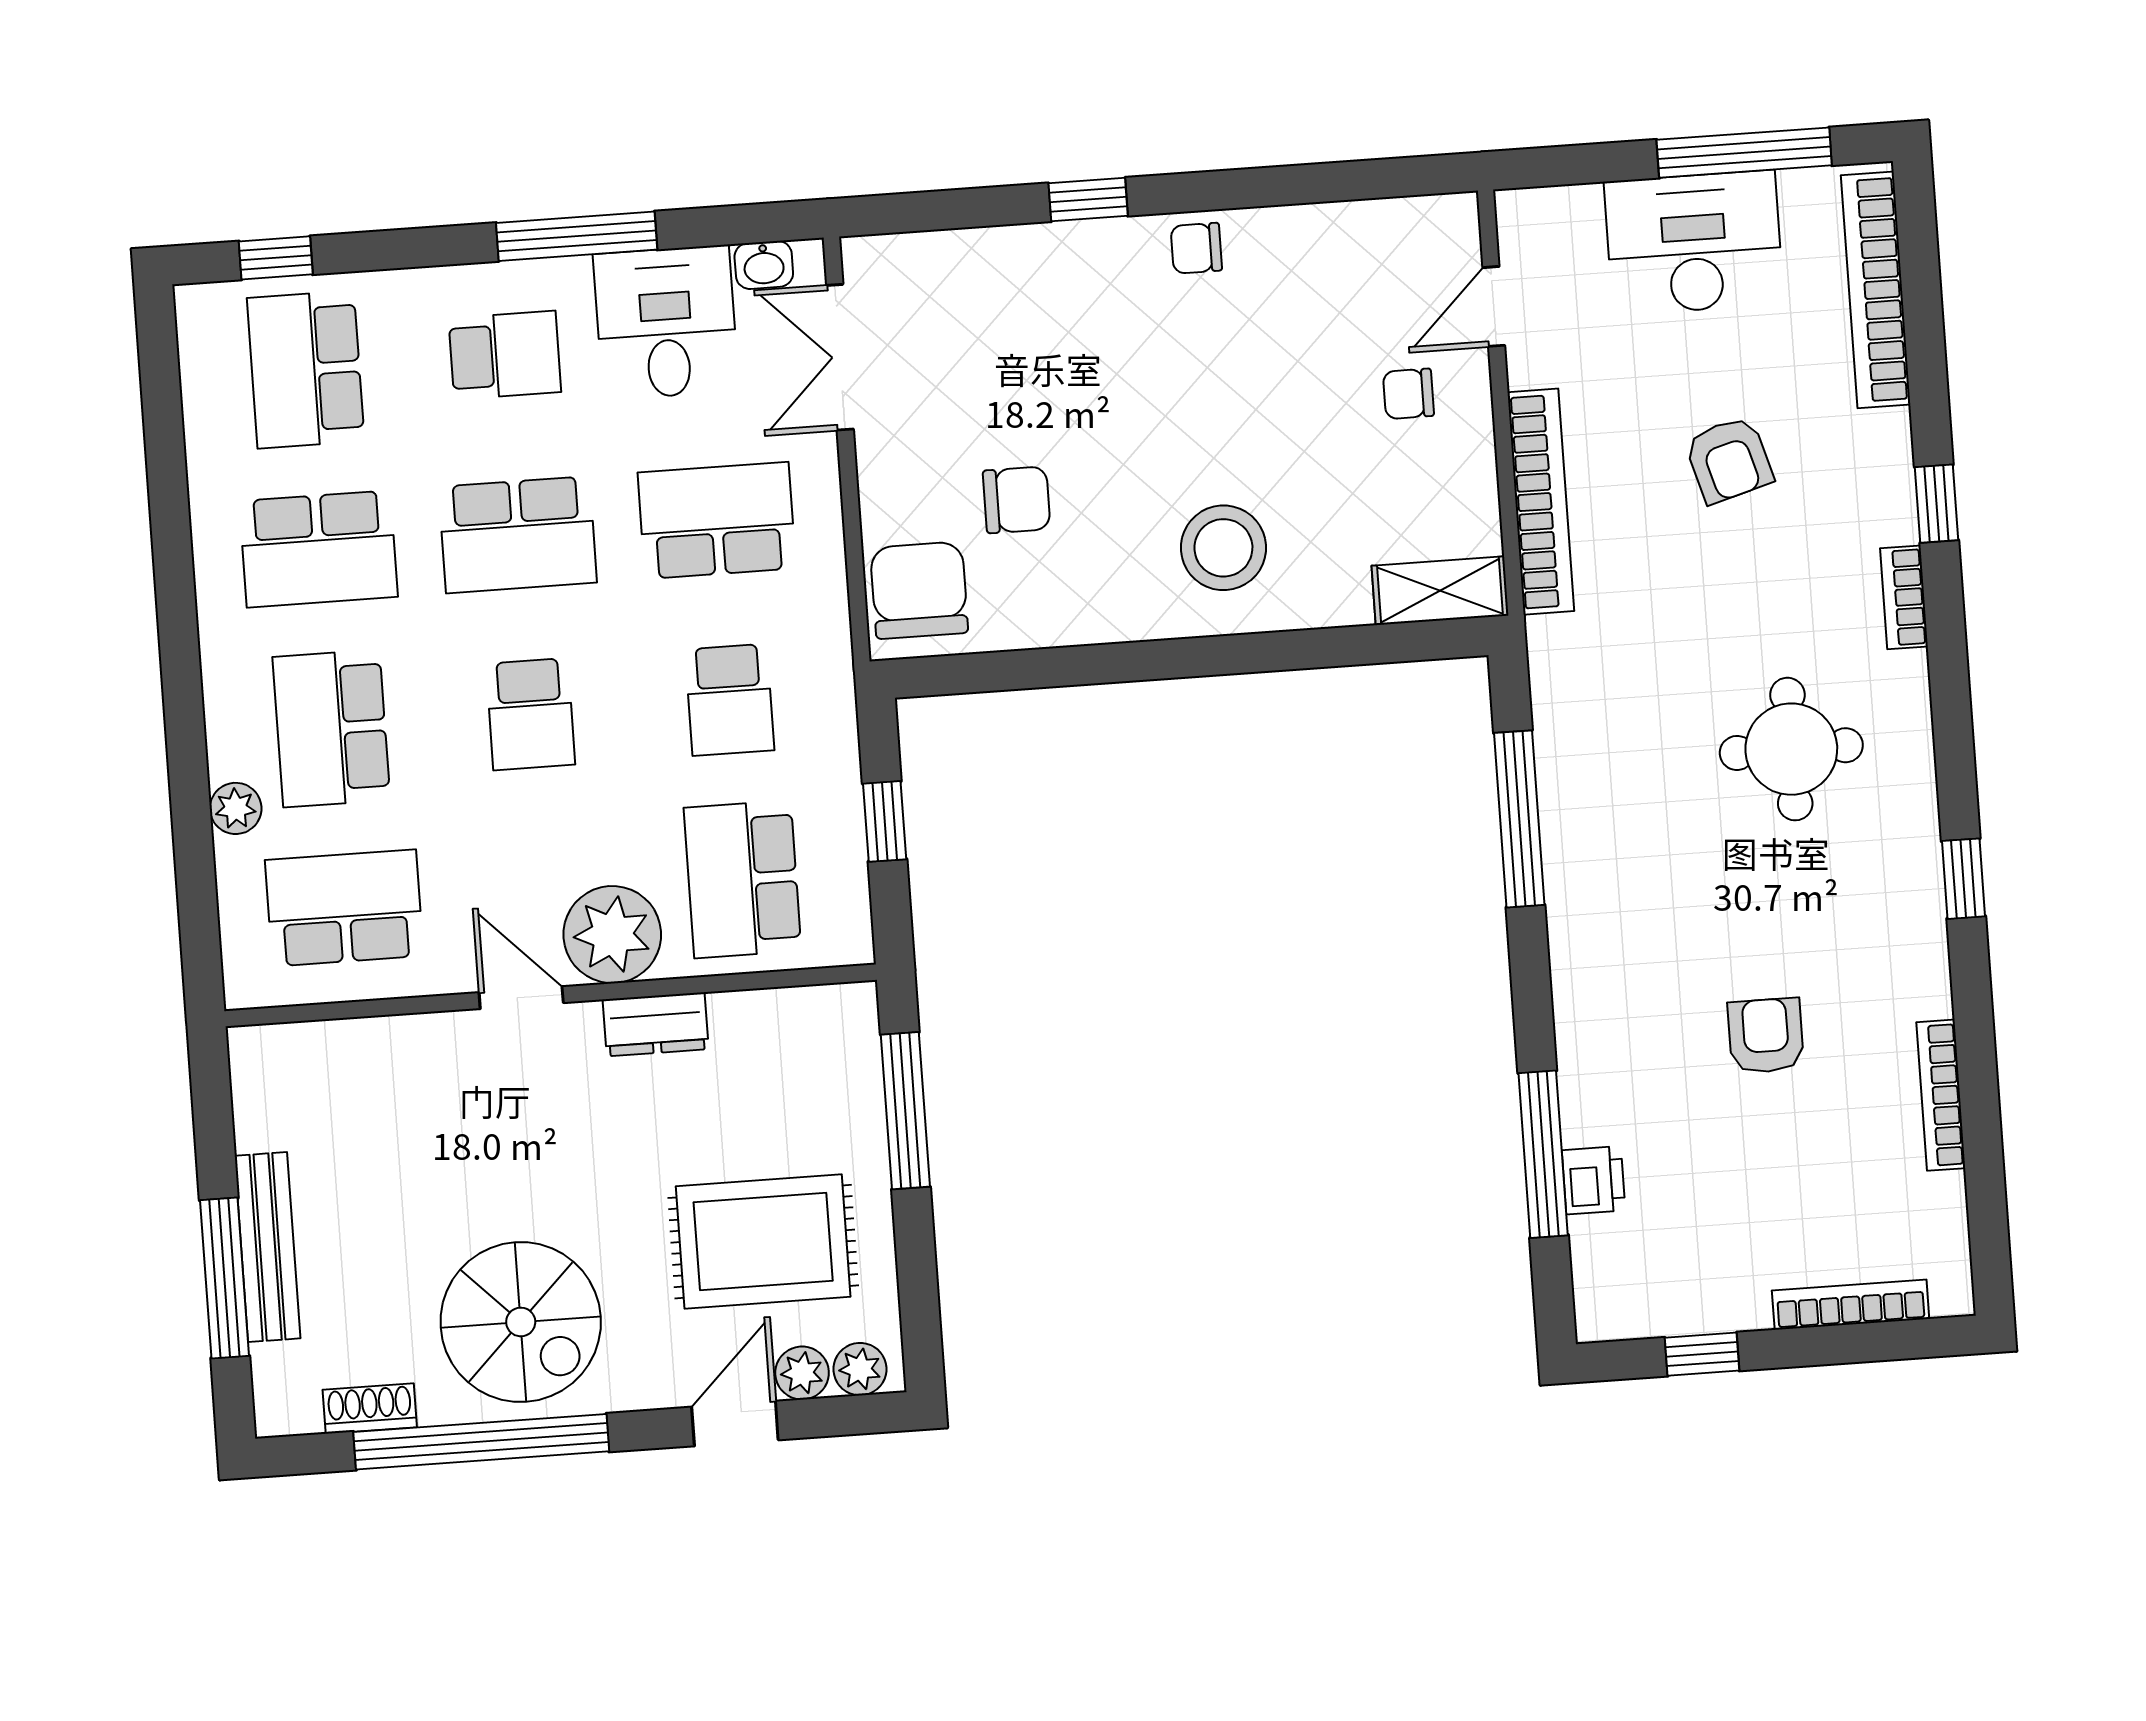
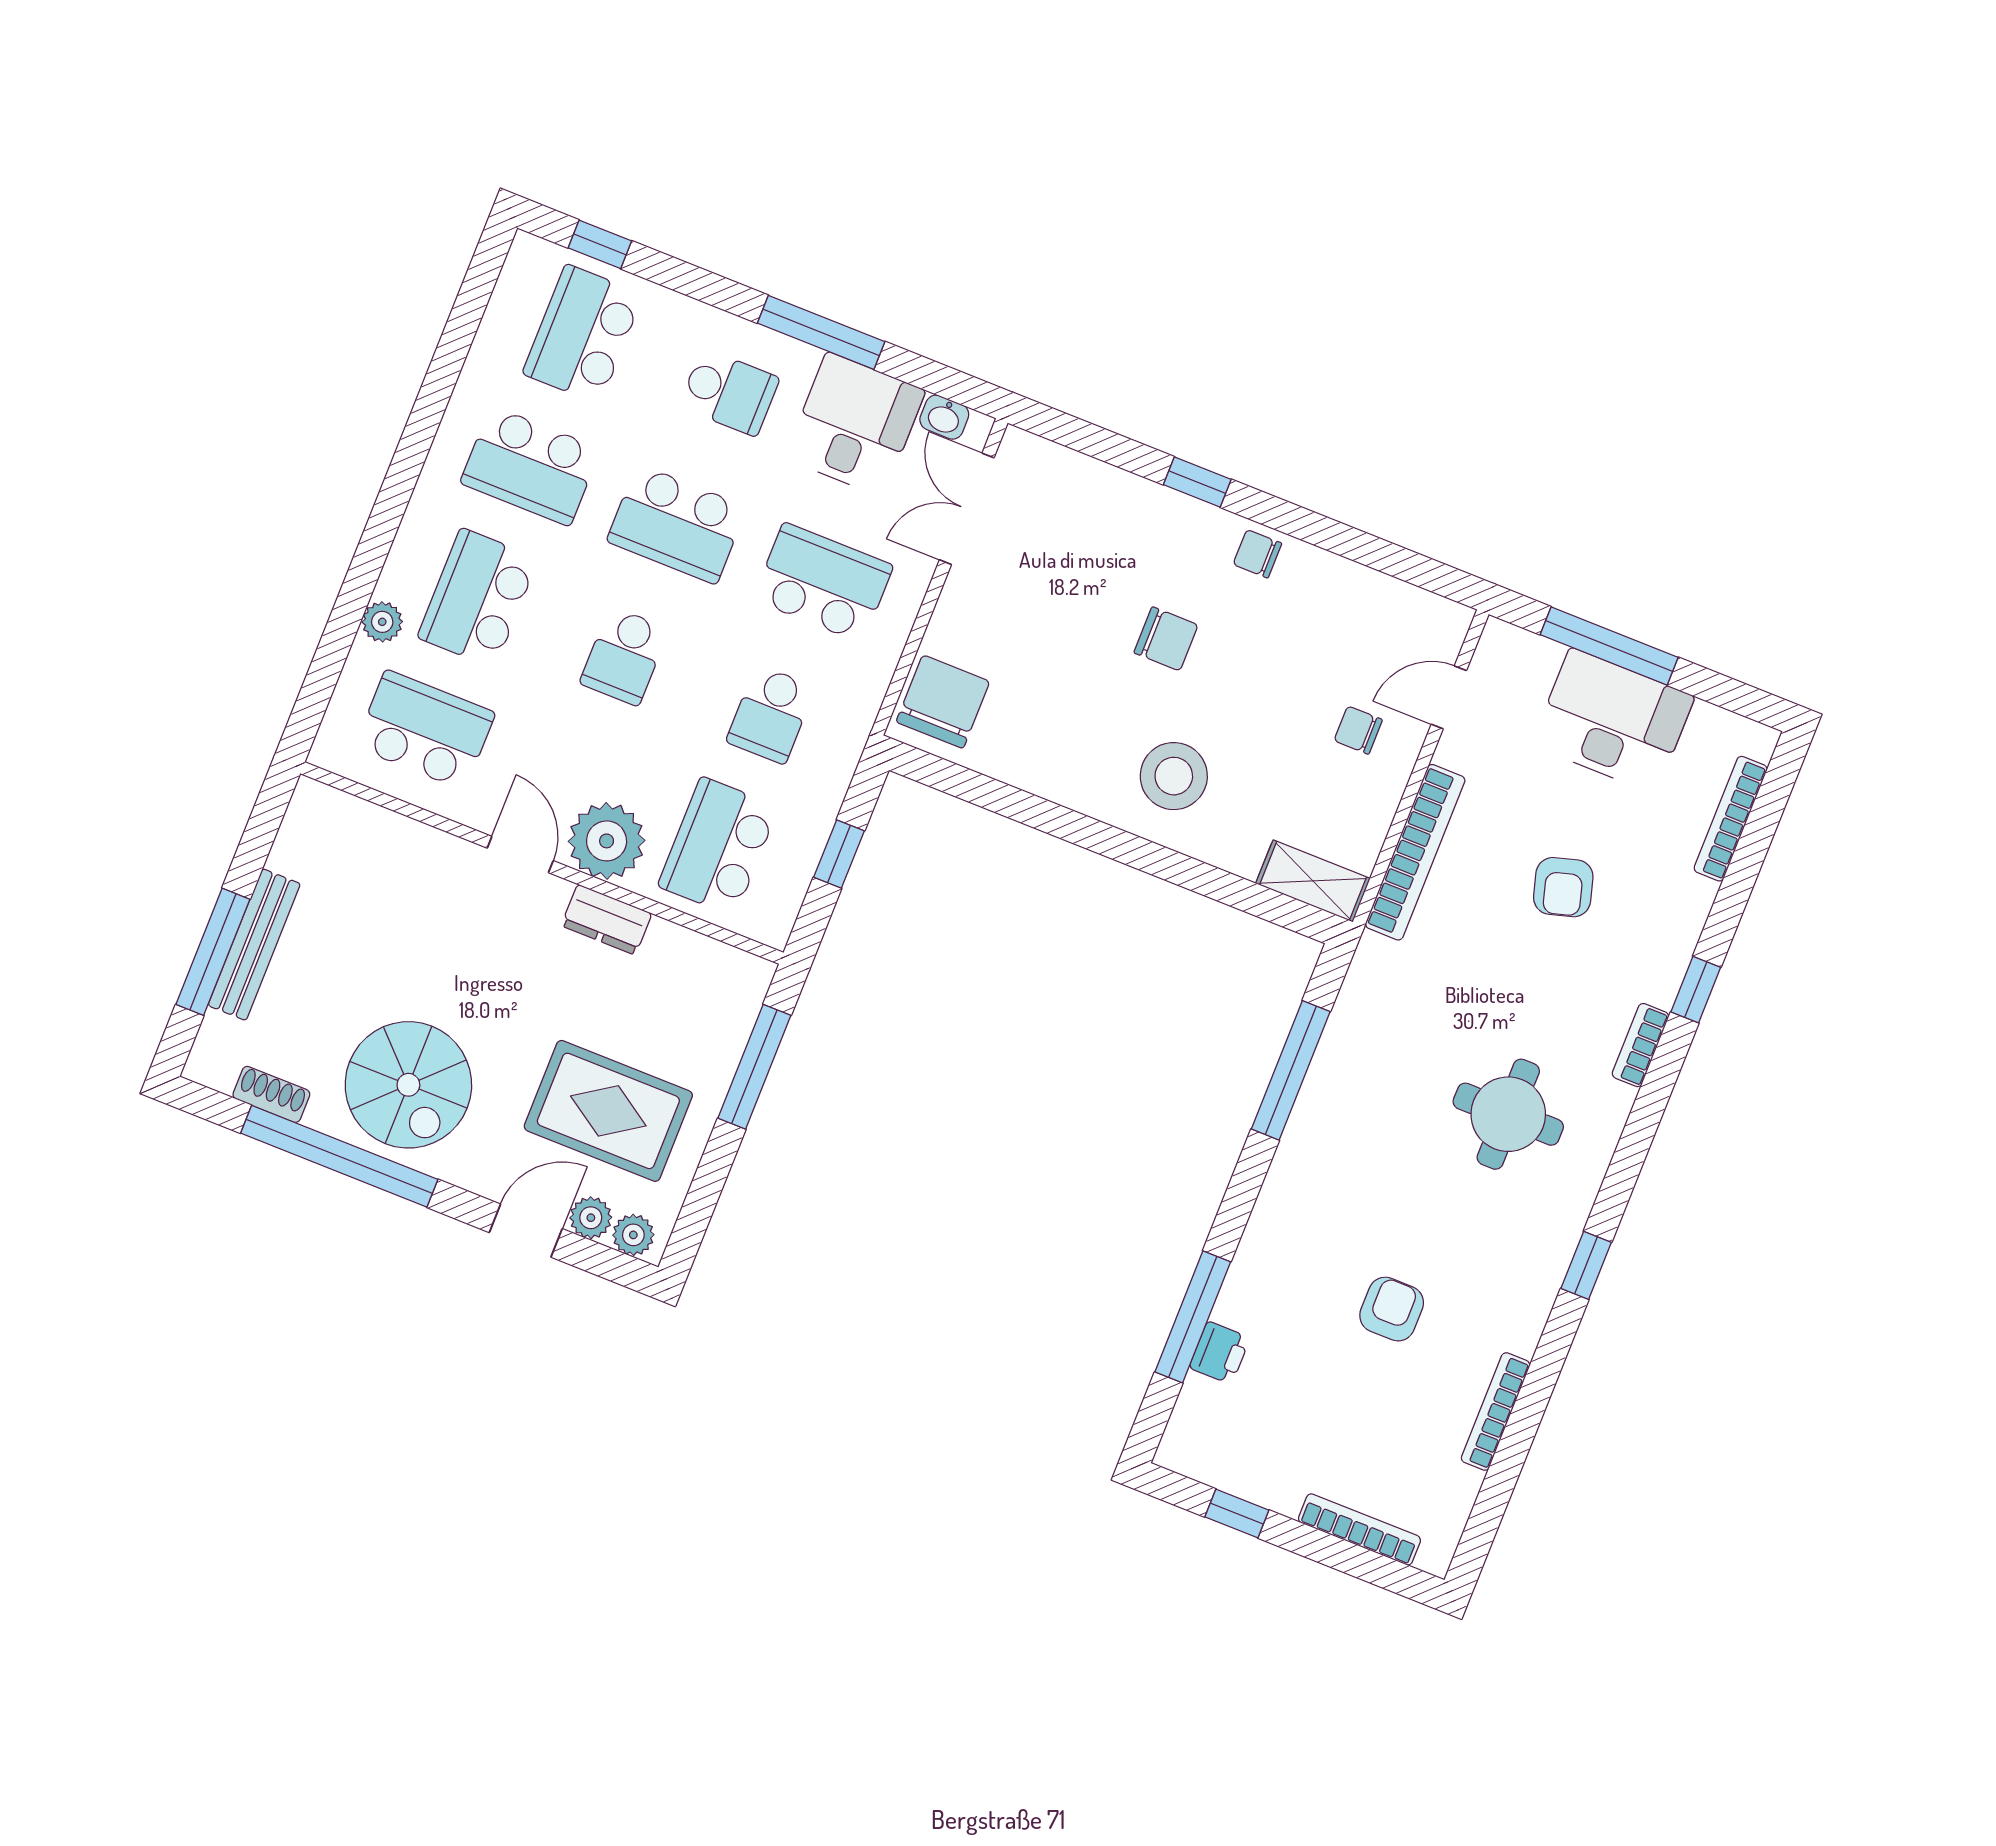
window: (1744, 153) -> (1609, 646), moved
bookcase: (1876, 290) -> (1731, 819), width x0.68, depth x0.76
chair: (1017, 500) -> (1166, 639), moved

